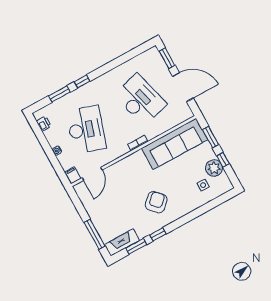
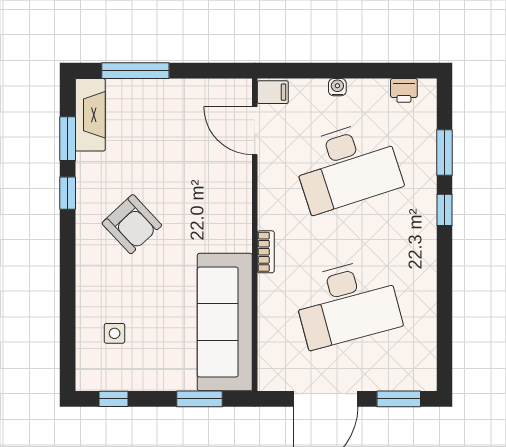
desk: (86, 130) -> (347, 166), turned -36
window: (223, 160) -> (114, 399), moved
plant: (214, 168) -> (136, 373), removed

